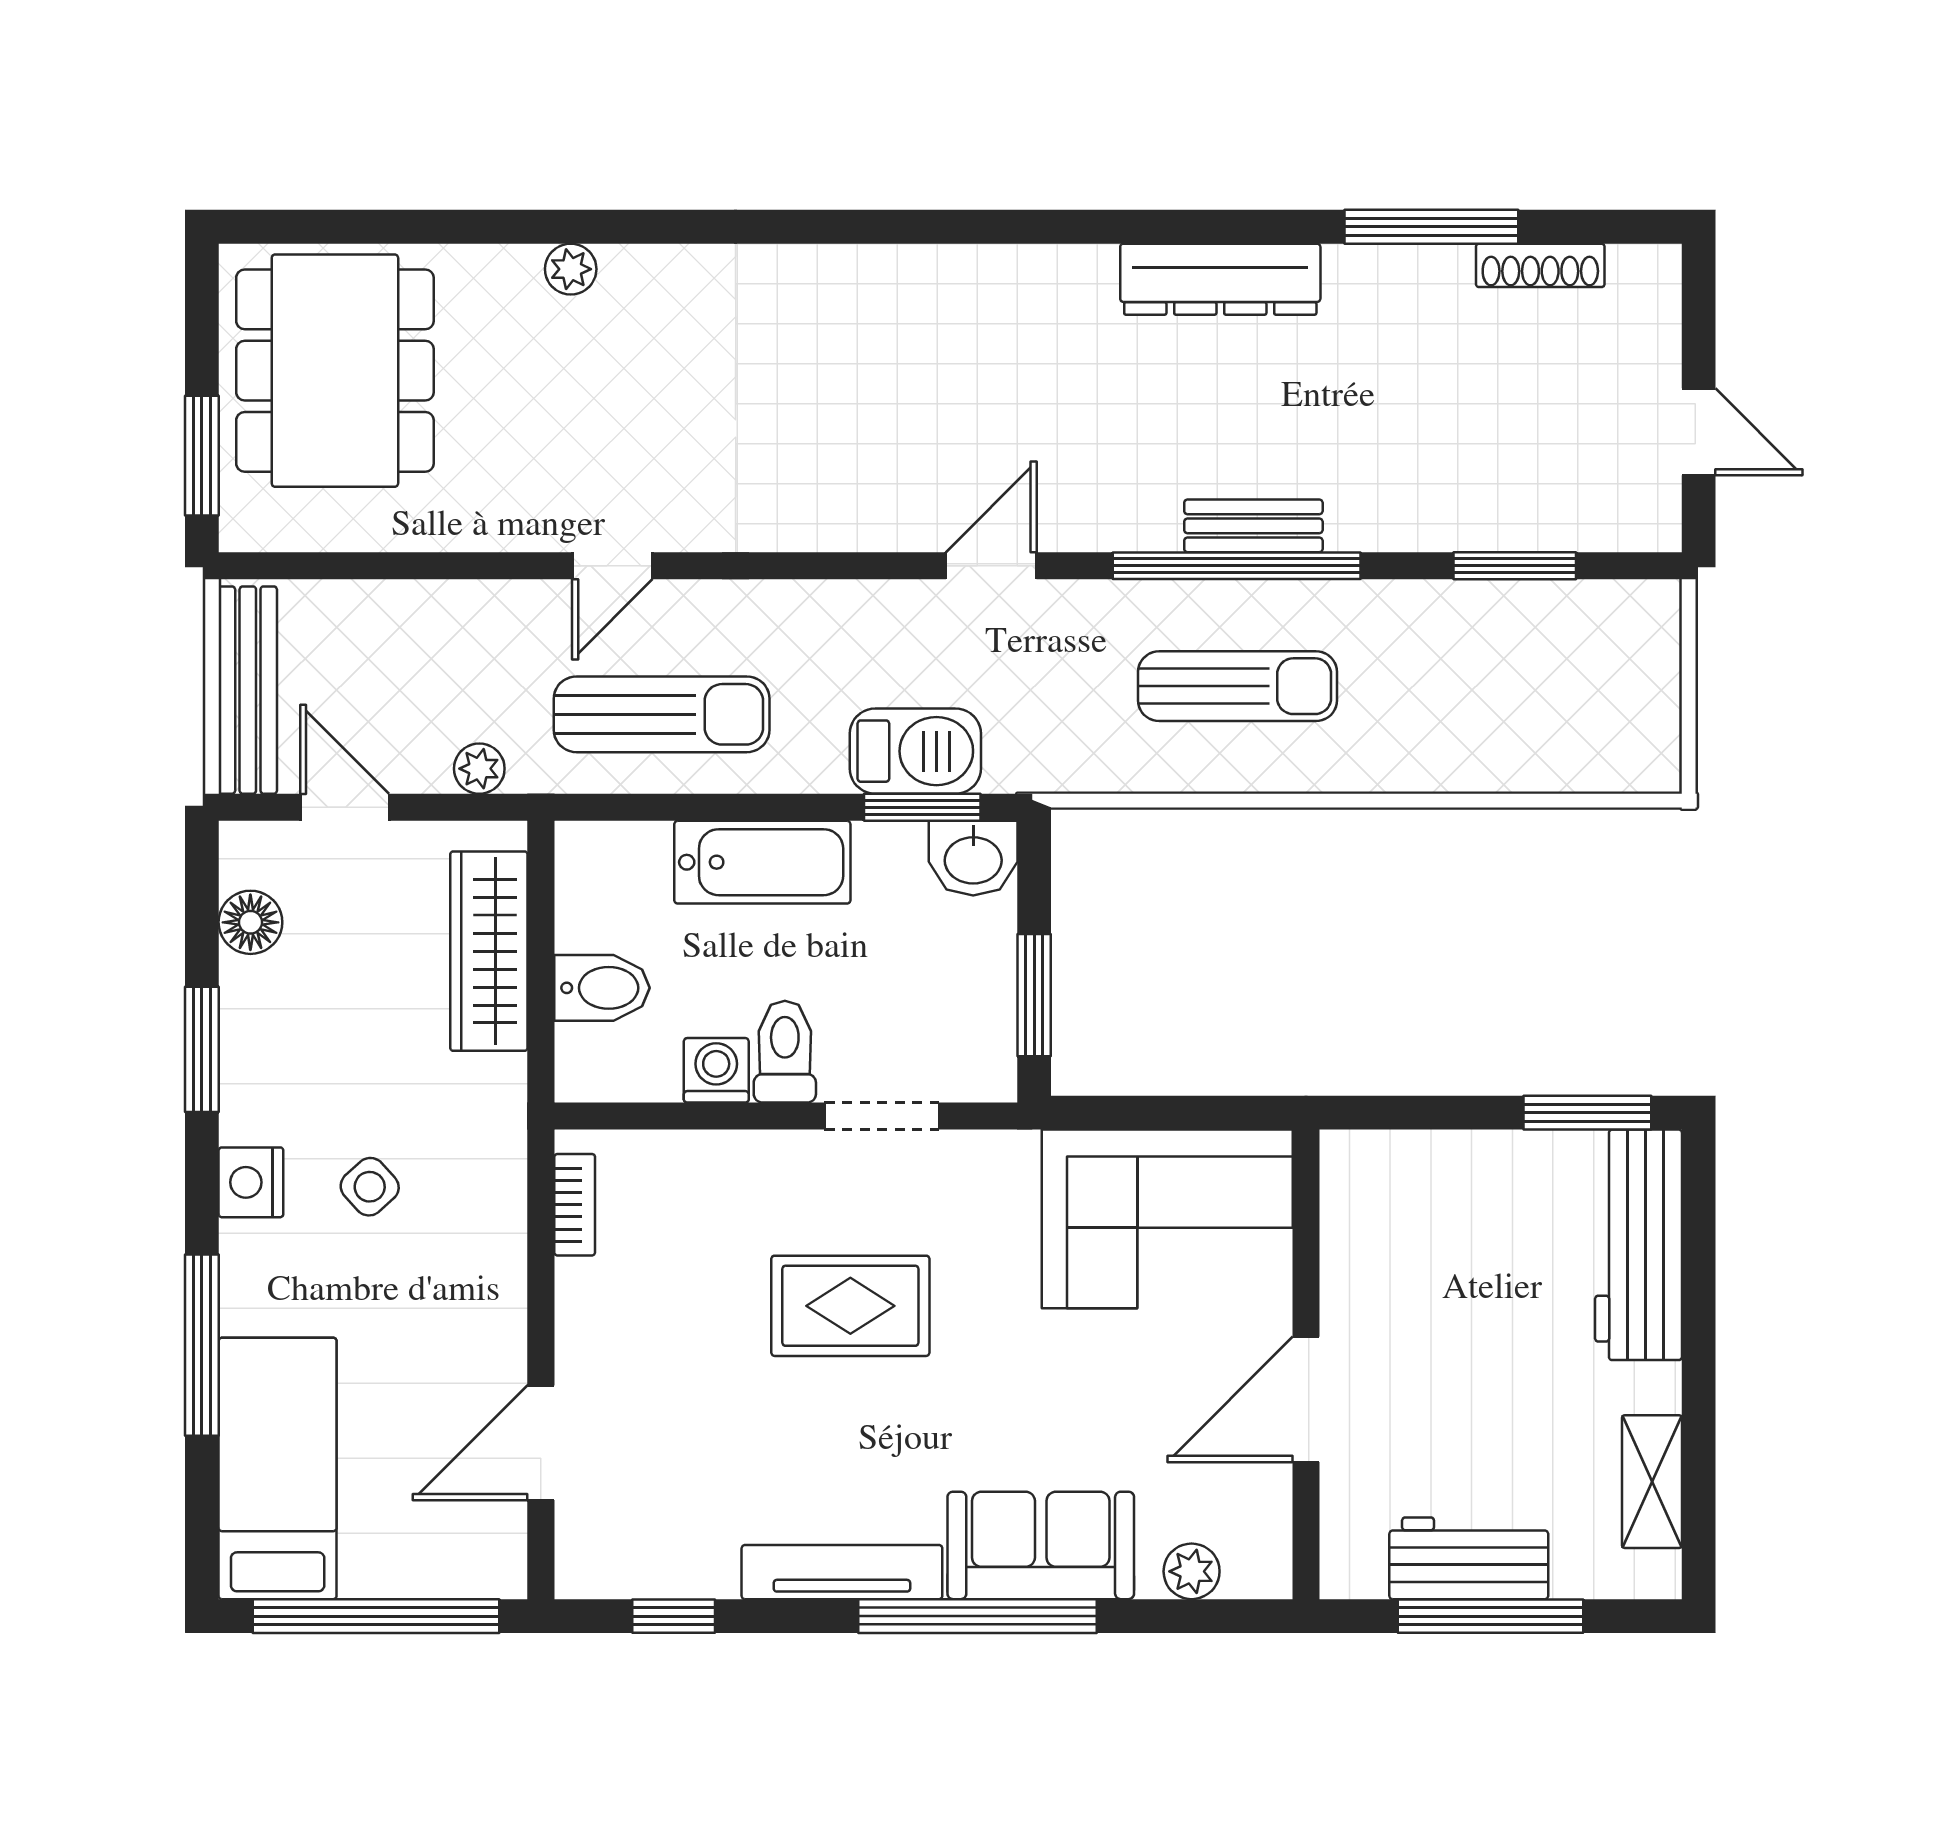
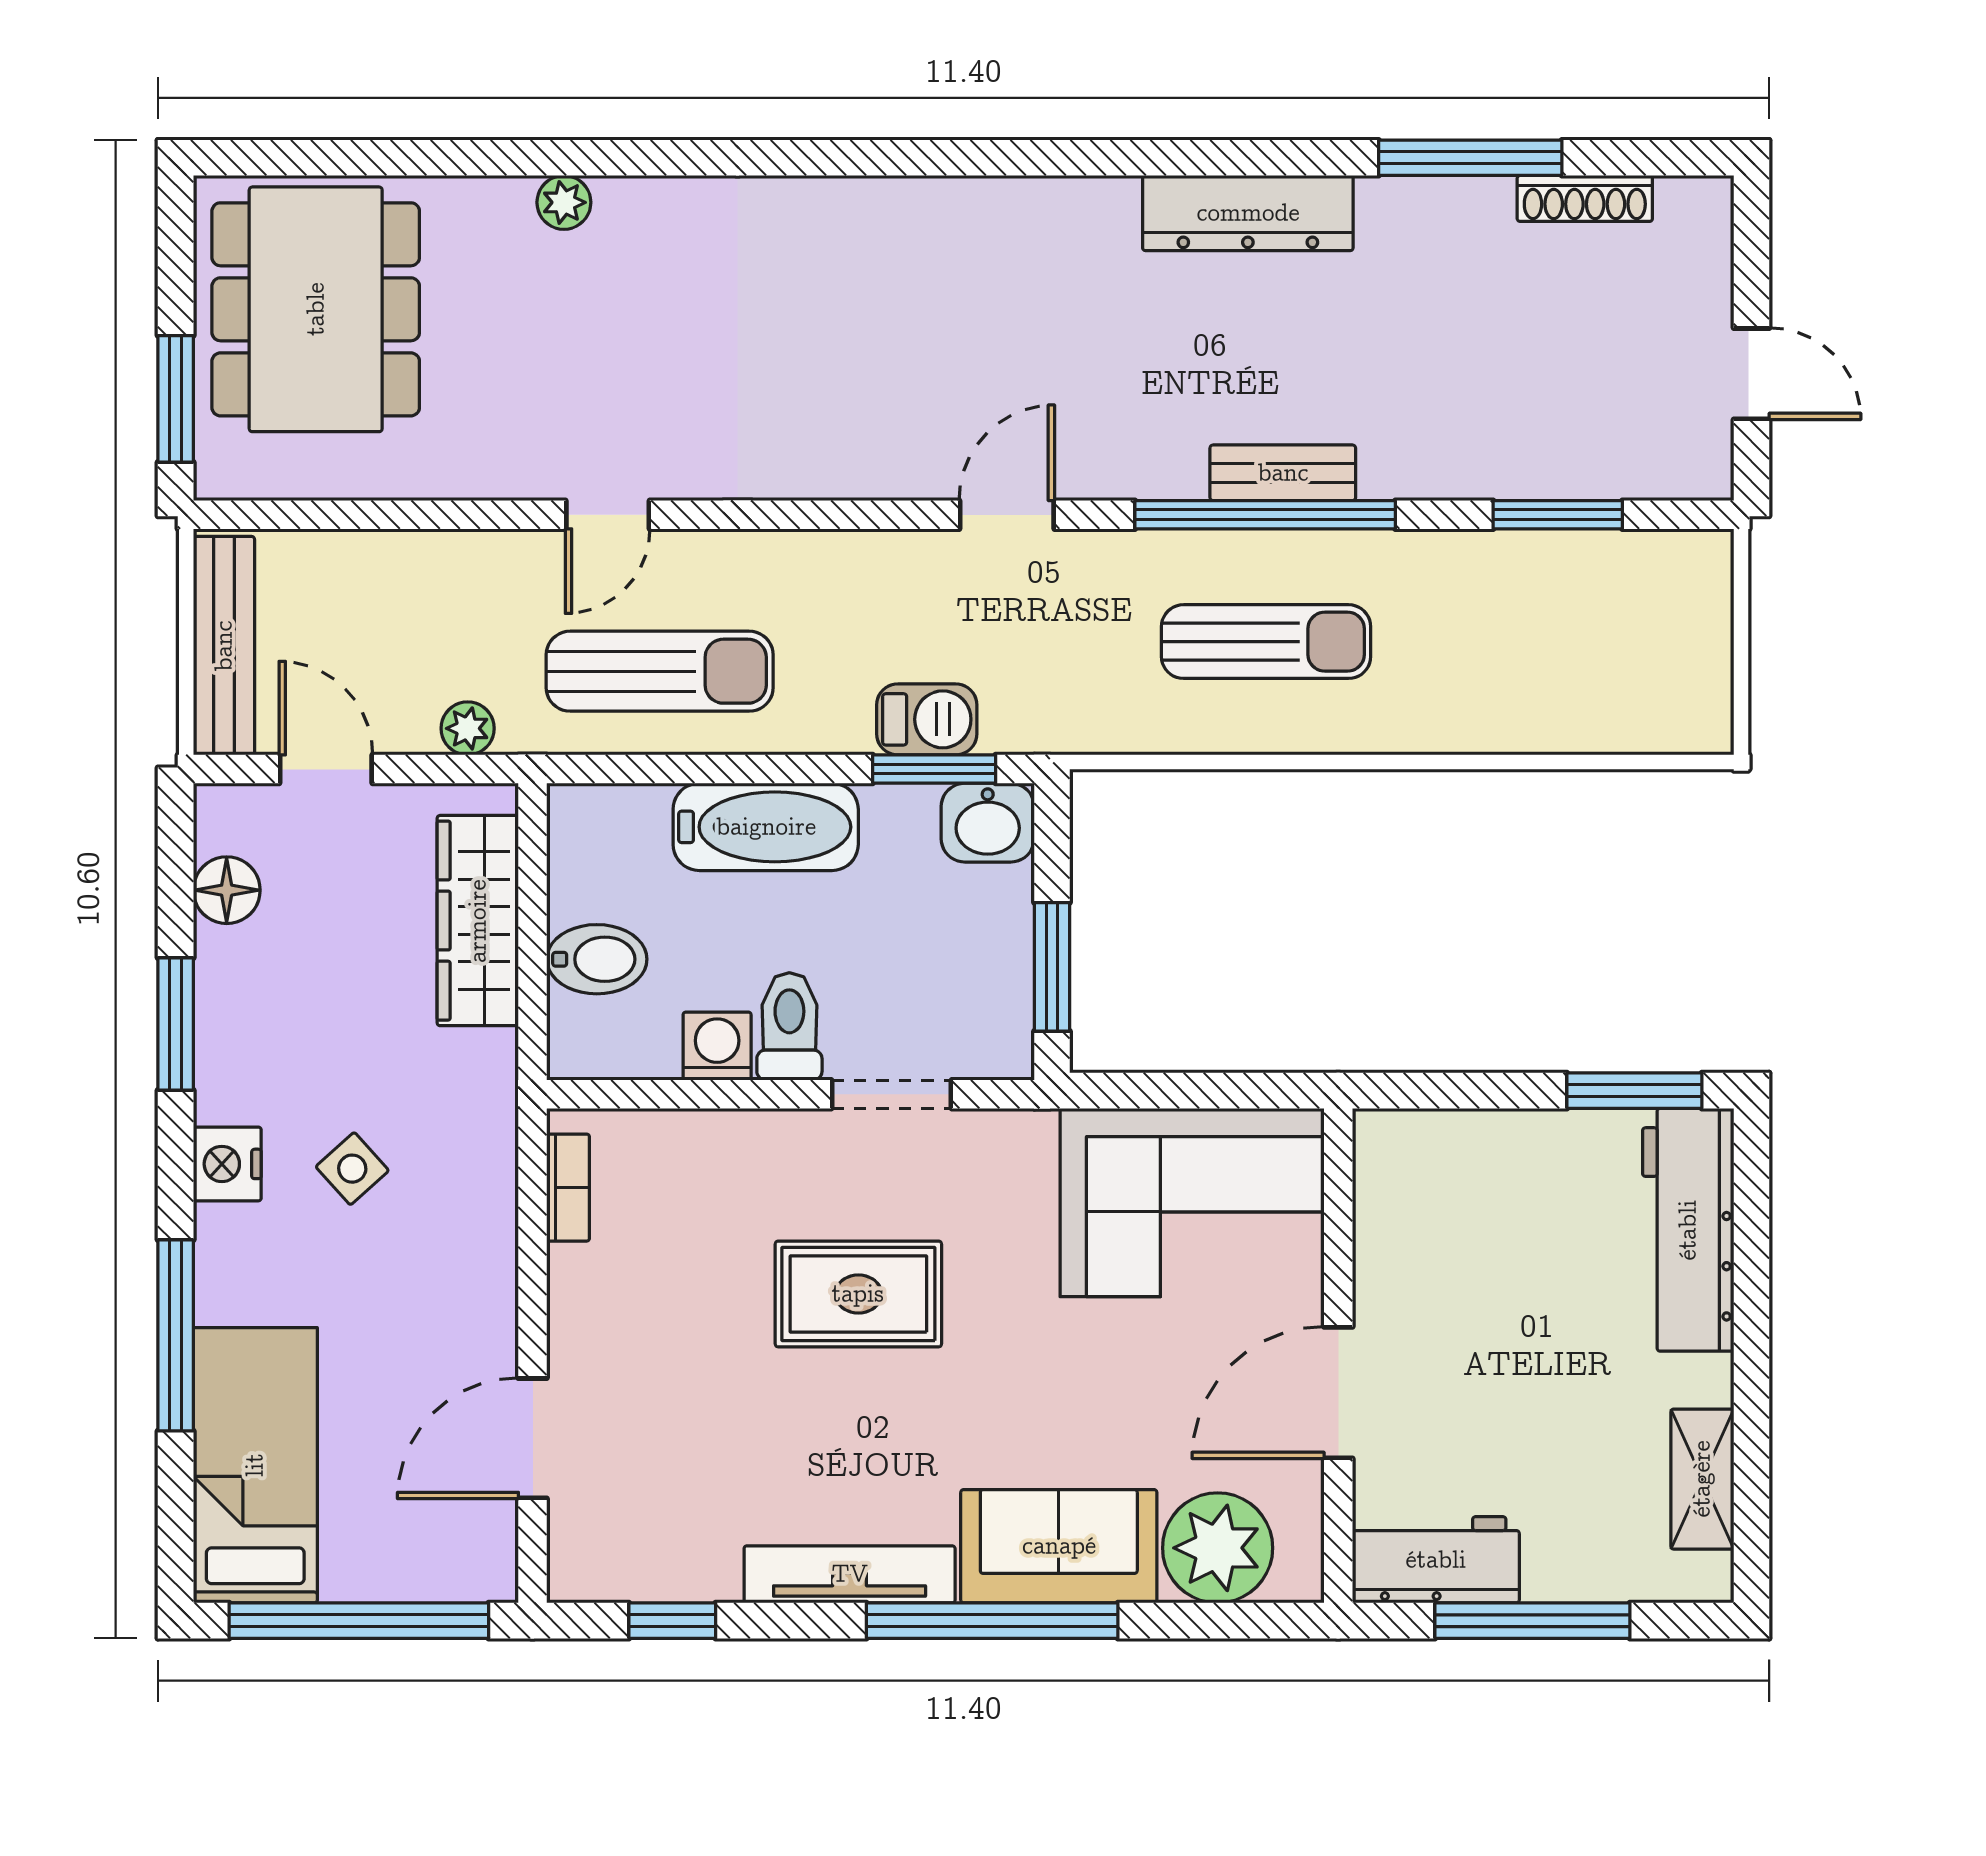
barbecue: (915, 751) -> (927, 719), width x0.73, depth x0.79
workbench: (1469, 1558) -> (1436, 1560), moved
plant: (1192, 1571) -> (1218, 1548), width x1.88, depth x1.88

